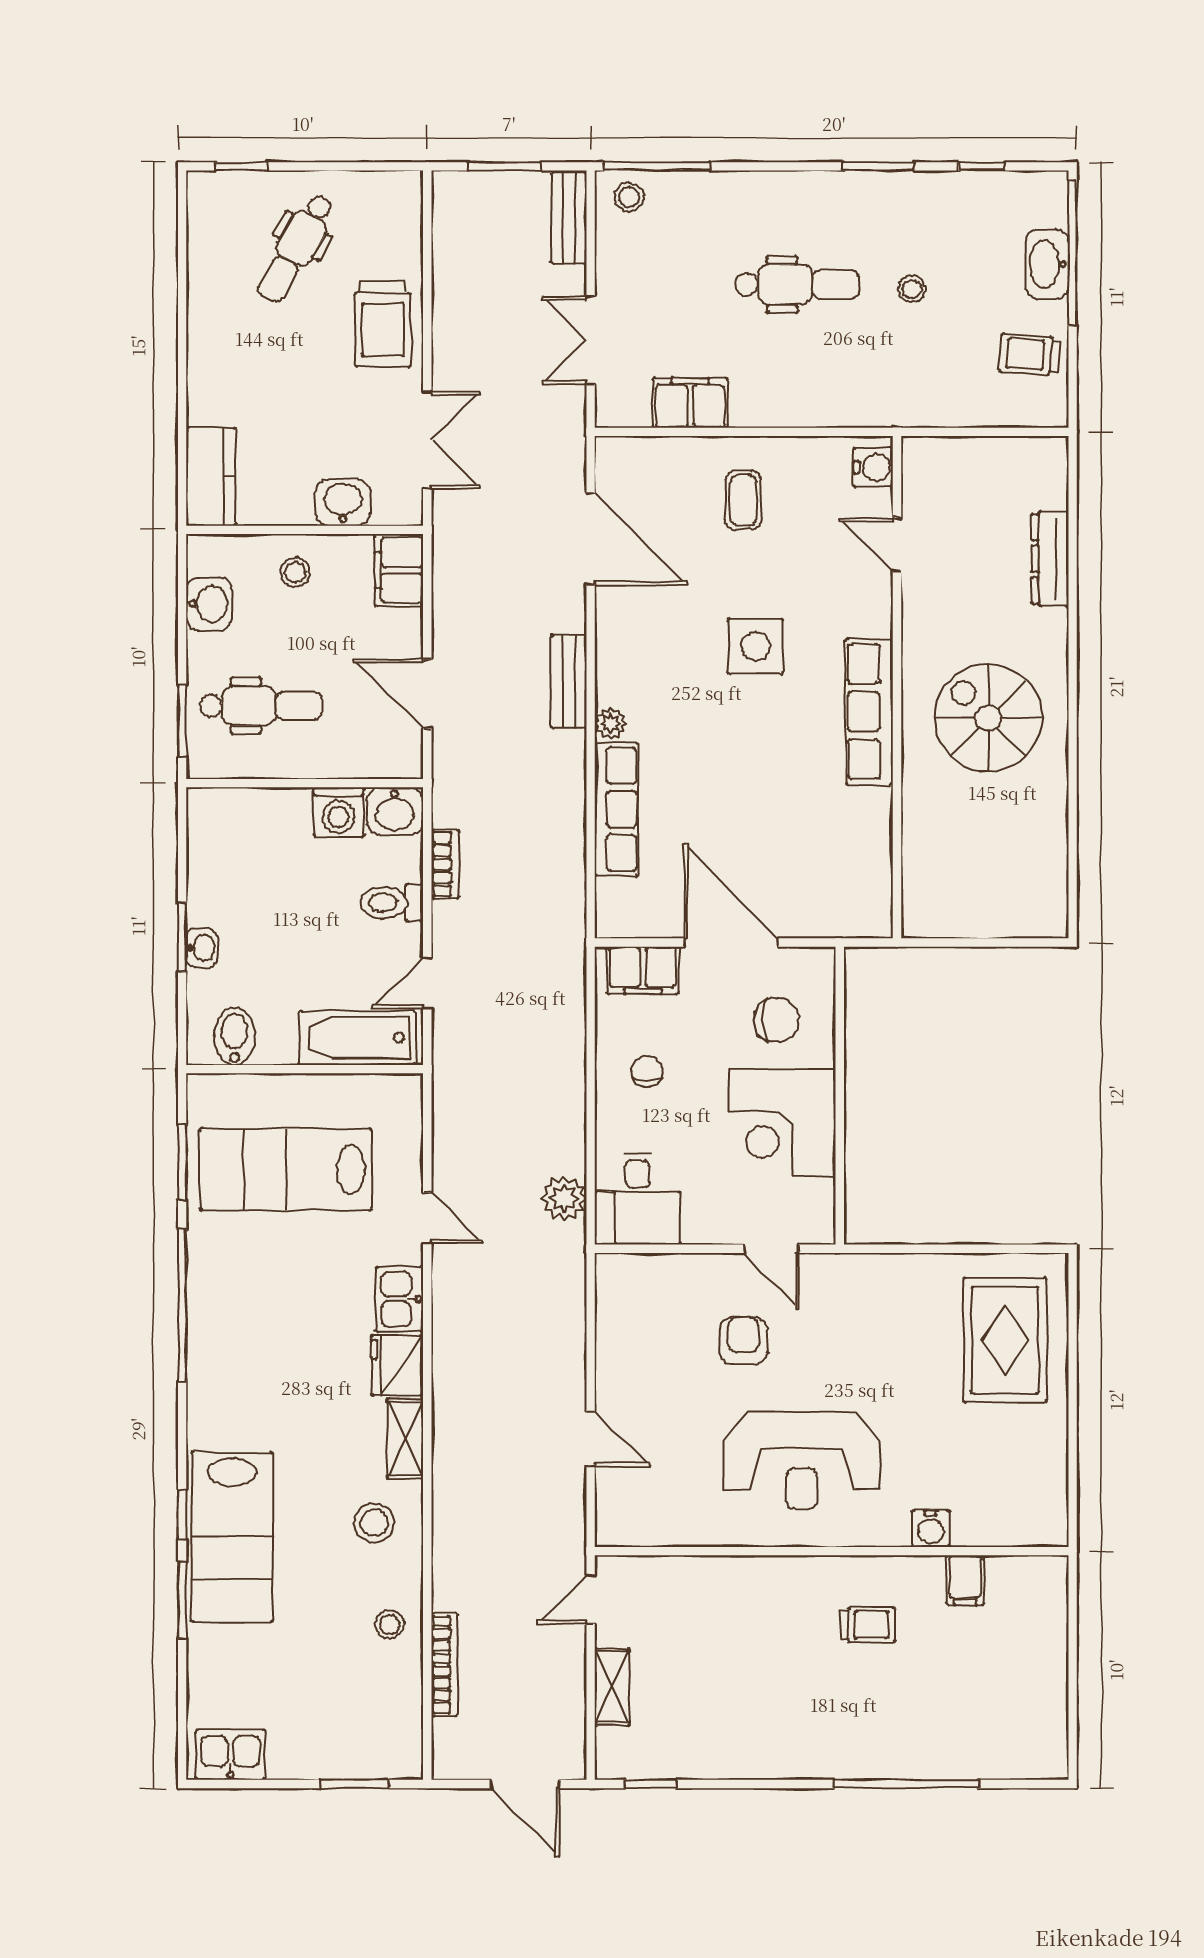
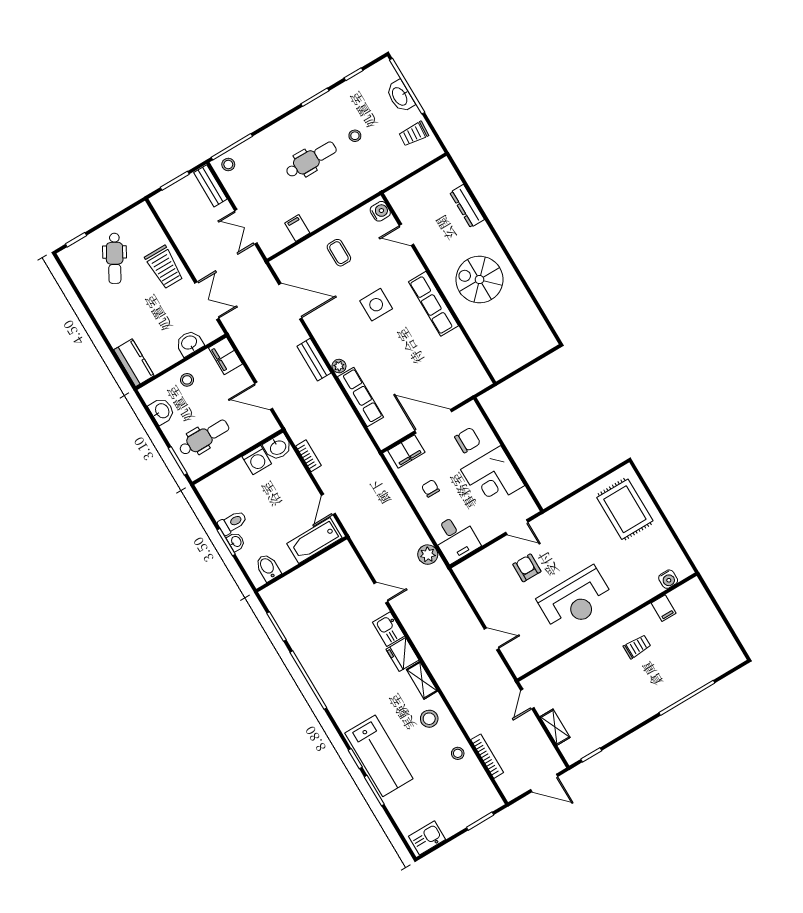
filing cabinet: (690, 403) -> (297, 228), width x0.50
toilet: (392, 903) -> (232, 523), moved, turned 180
lab bench: (286, 1169) -> (317, 606), removed
water cooler: (931, 1529) -> (668, 579), moved

